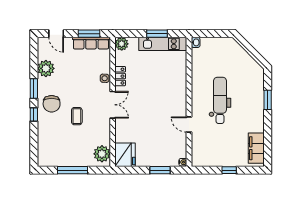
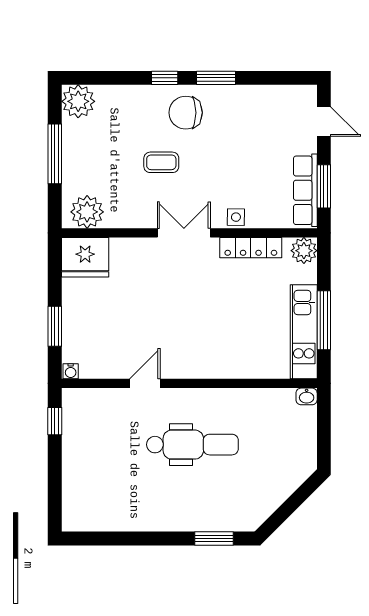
door: (56, 34) -> (324, 122), swing flipped
window: (157, 34) -> (324, 320), width x1.44
plant: (46, 68) -> (78, 101), moved
locker: (120, 76) -> (251, 248), width x1.53
window: (268, 100) -> (214, 539), moved
double door: (113, 105) -> (184, 233), swing flipped
filing cabinet: (256, 148) -> (98, 516), removed
window: (229, 170) -> (55, 421), moved

